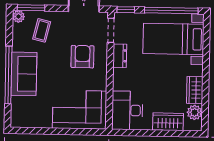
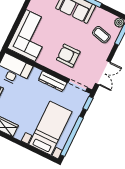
dresser: (120, 56) -> (53, 81), width x1.44
armchair: (82, 57) -> (68, 56), turned 180

